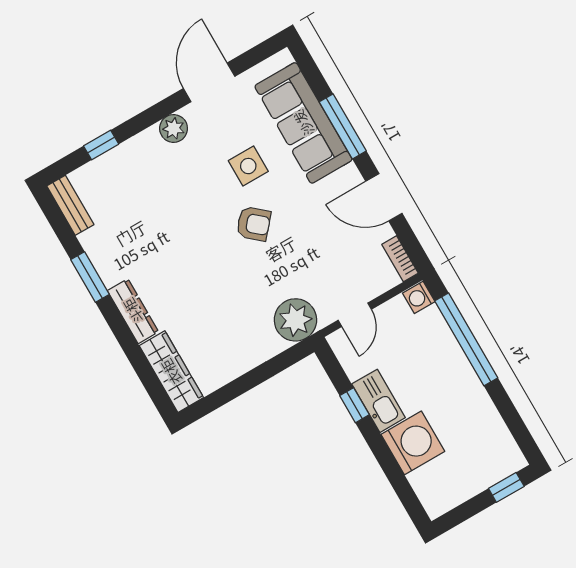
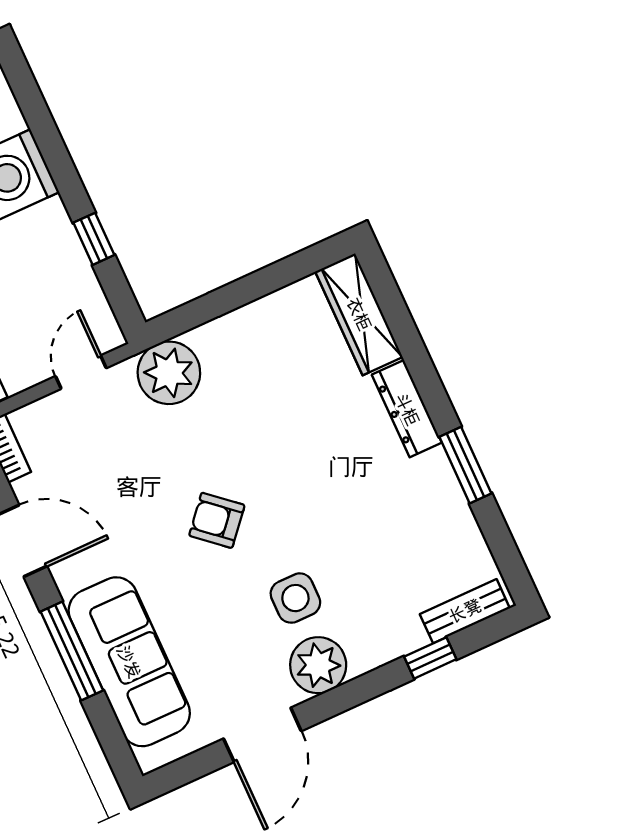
plant: (174, 128) -> (318, 665), width x1.36, depth x1.36
side table: (248, 166) -> (295, 598), moved
bench: (70, 205) -> (465, 611), moved, turned 90
kitchen sink: (379, 401) -> (58, 242), removed

